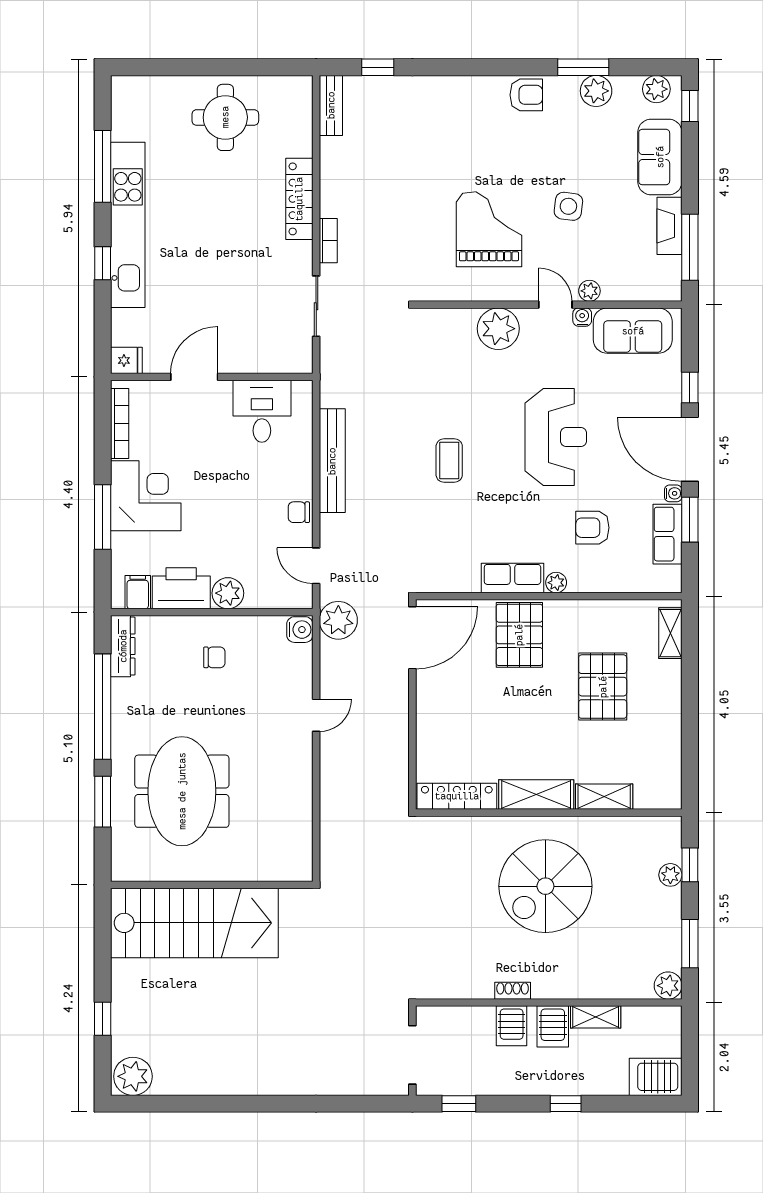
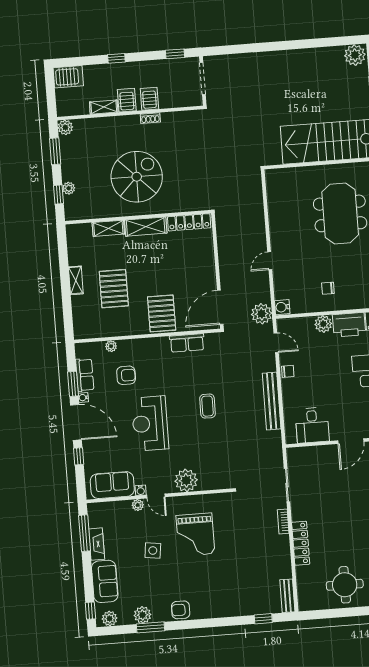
row of seats: (512, 578) -> (187, 343), moved
plant: (556, 583) -> (111, 346), moved
shelving: (670, 633) -> (76, 280), moved

